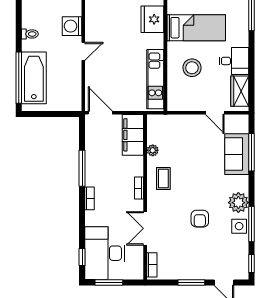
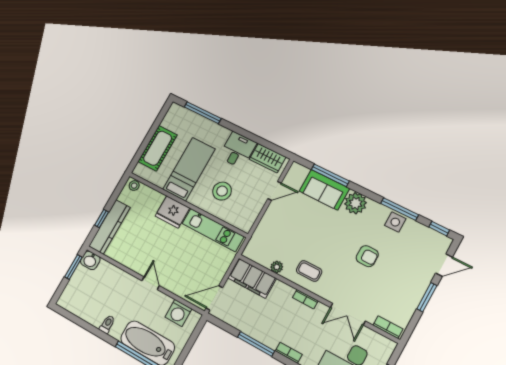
fridge: (152, 19) -> (172, 212), moved
washing machine: (72, 26) -> (178, 313), moved
plant: (238, 203) -> (356, 203), moved

